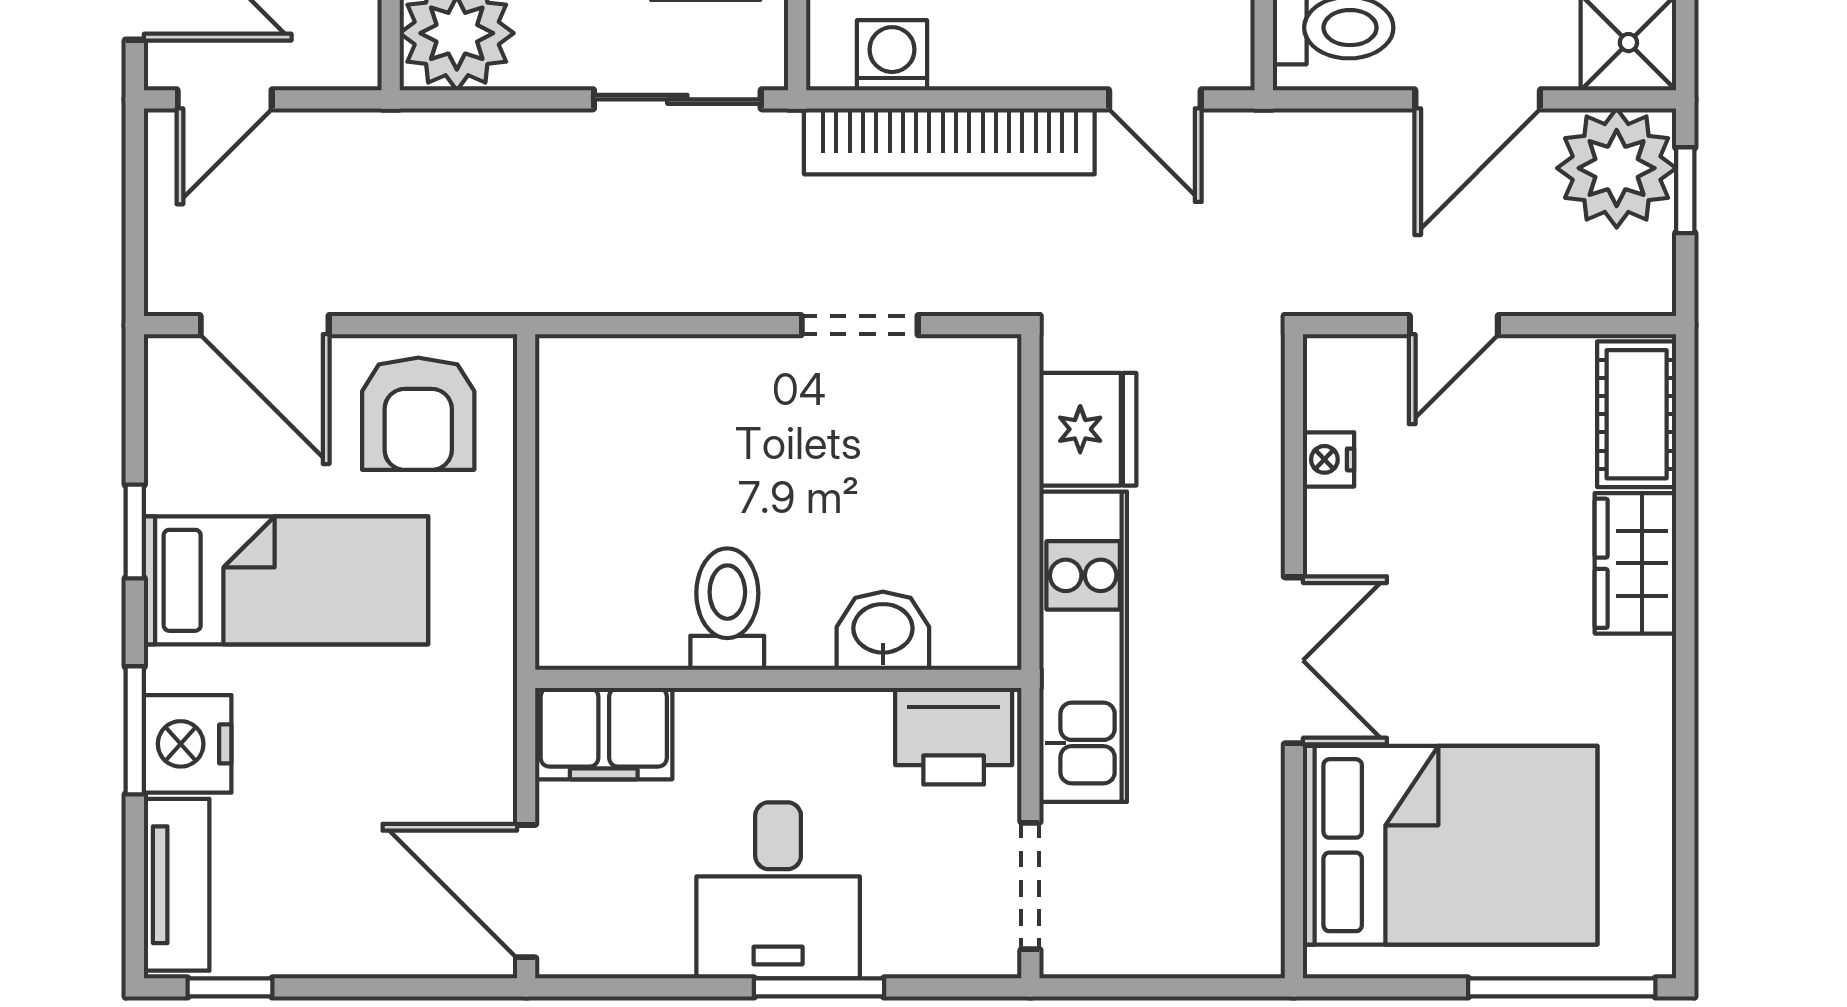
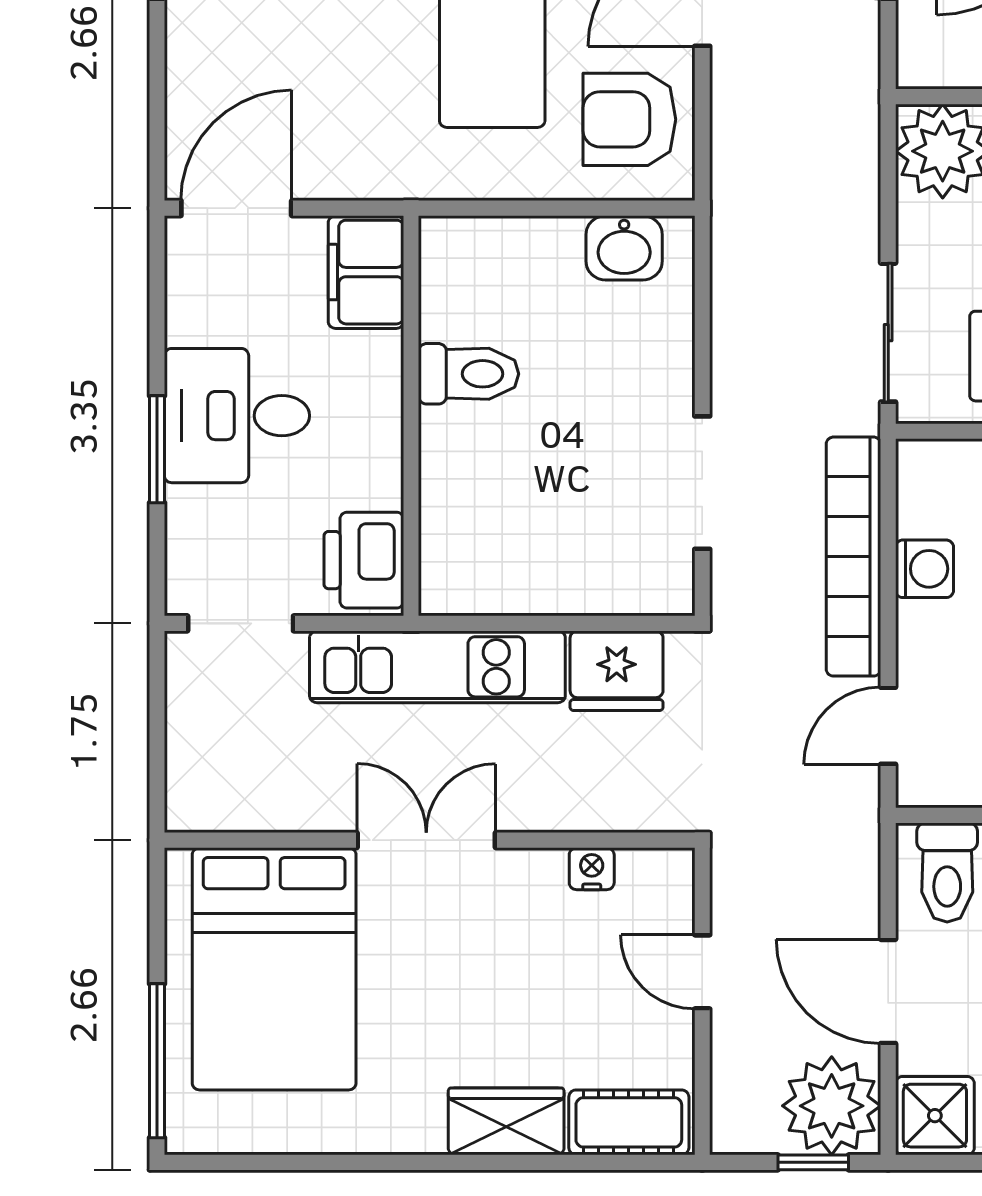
washing machine: (892, 55) -> (924, 569), moved
doorway: (860, 325) -> (702, 483), width x1.38
washbasin: (883, 631) -> (624, 248), moved, turned 90
double door: (1294, 660) -> (426, 840), swing flipped

